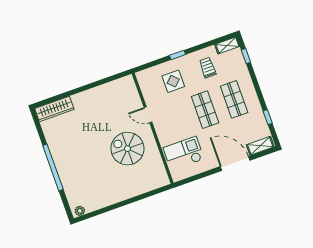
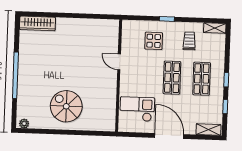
window: (246, 56) -> (226, 80), moved
spiral stairs: (127, 149) -> (66, 106), moved
door: (235, 163) -> (169, 136), moved

